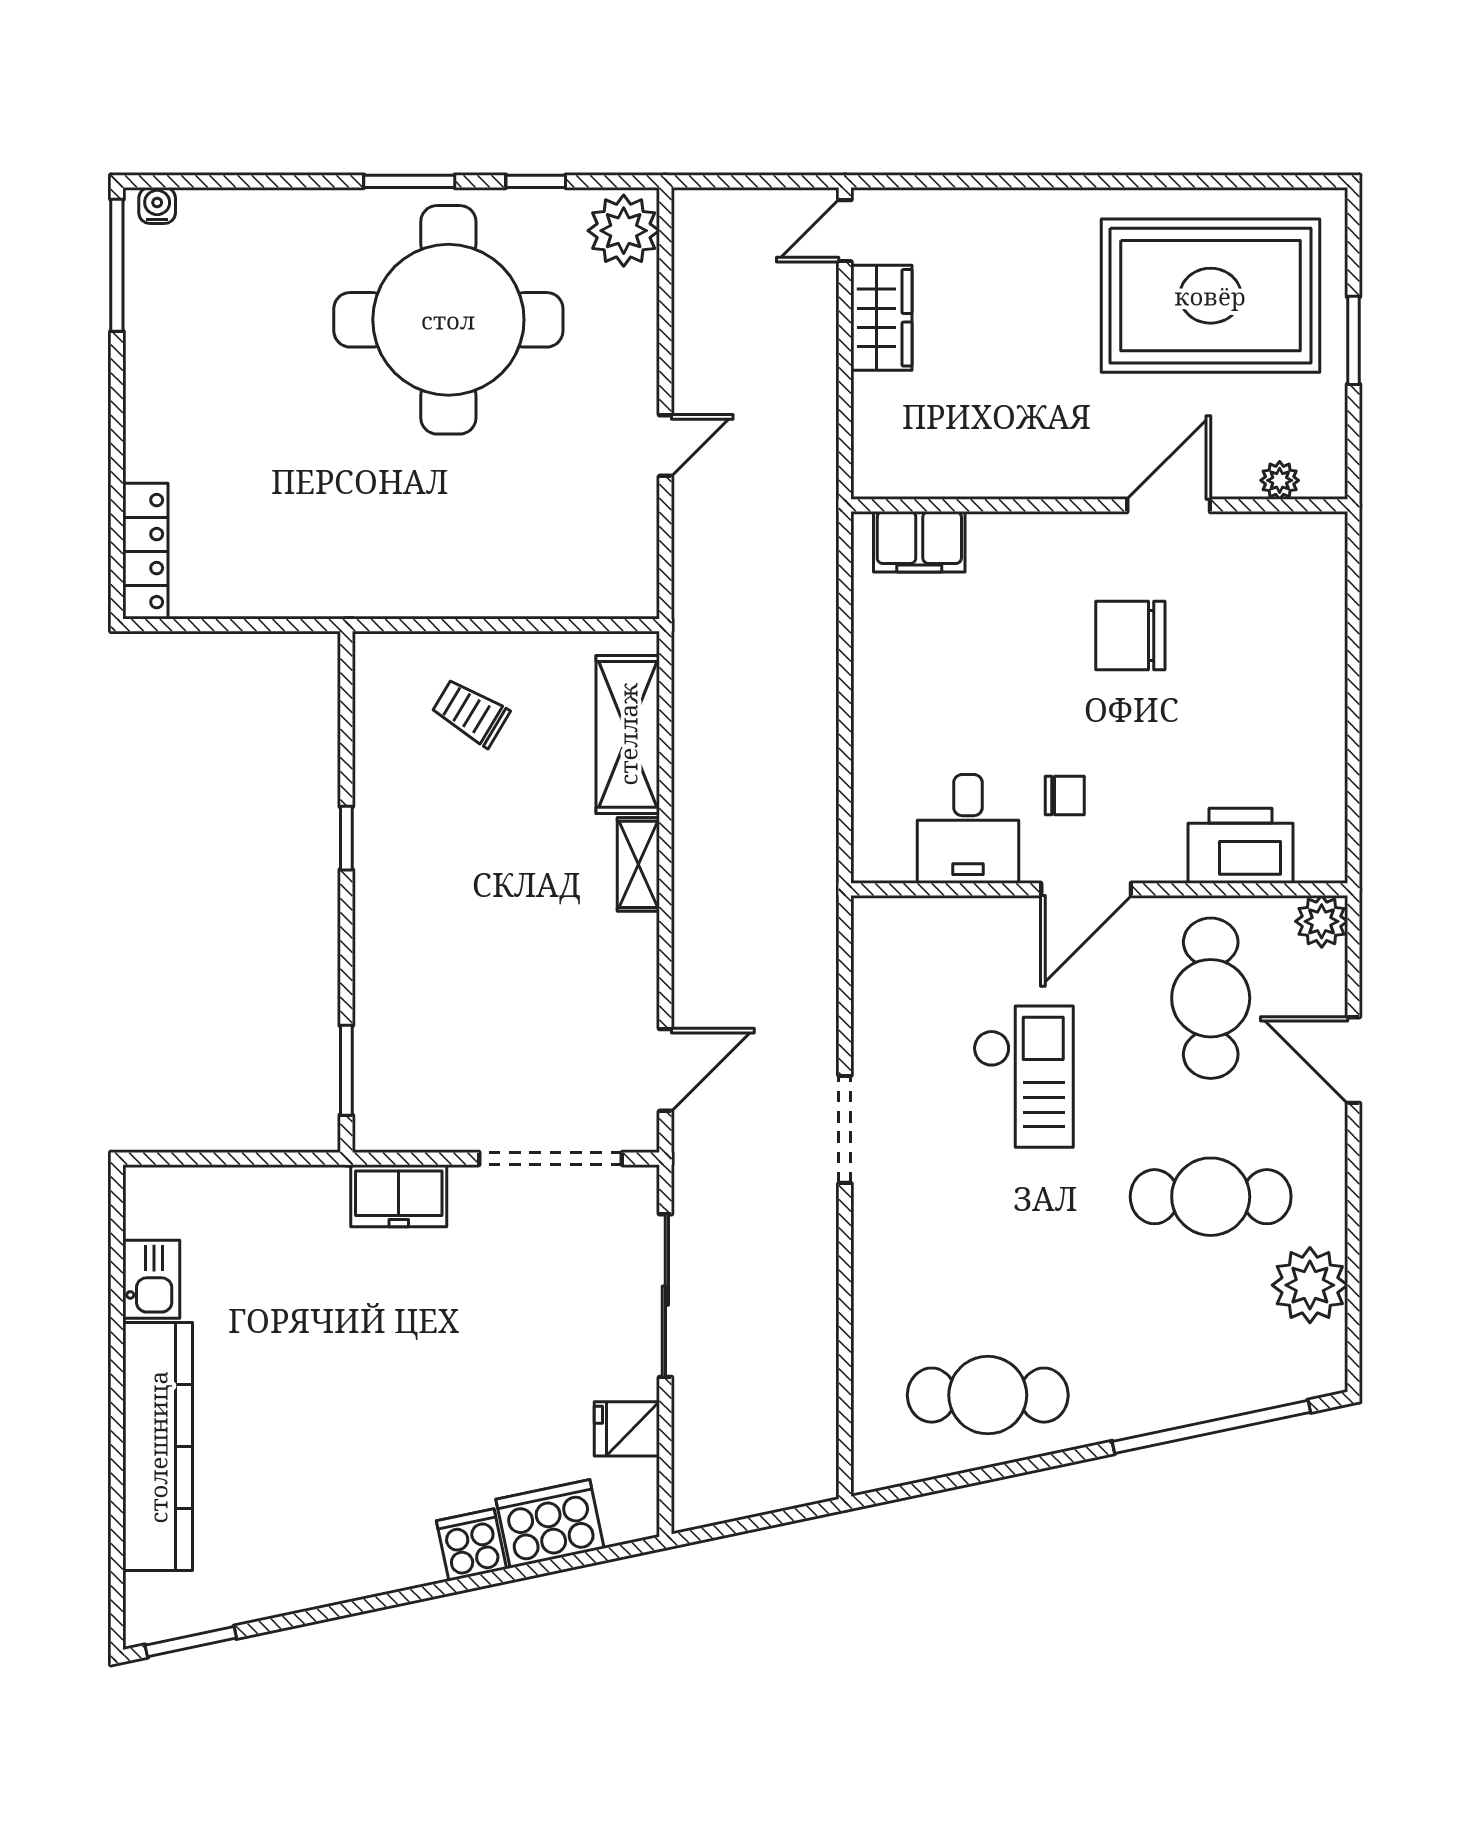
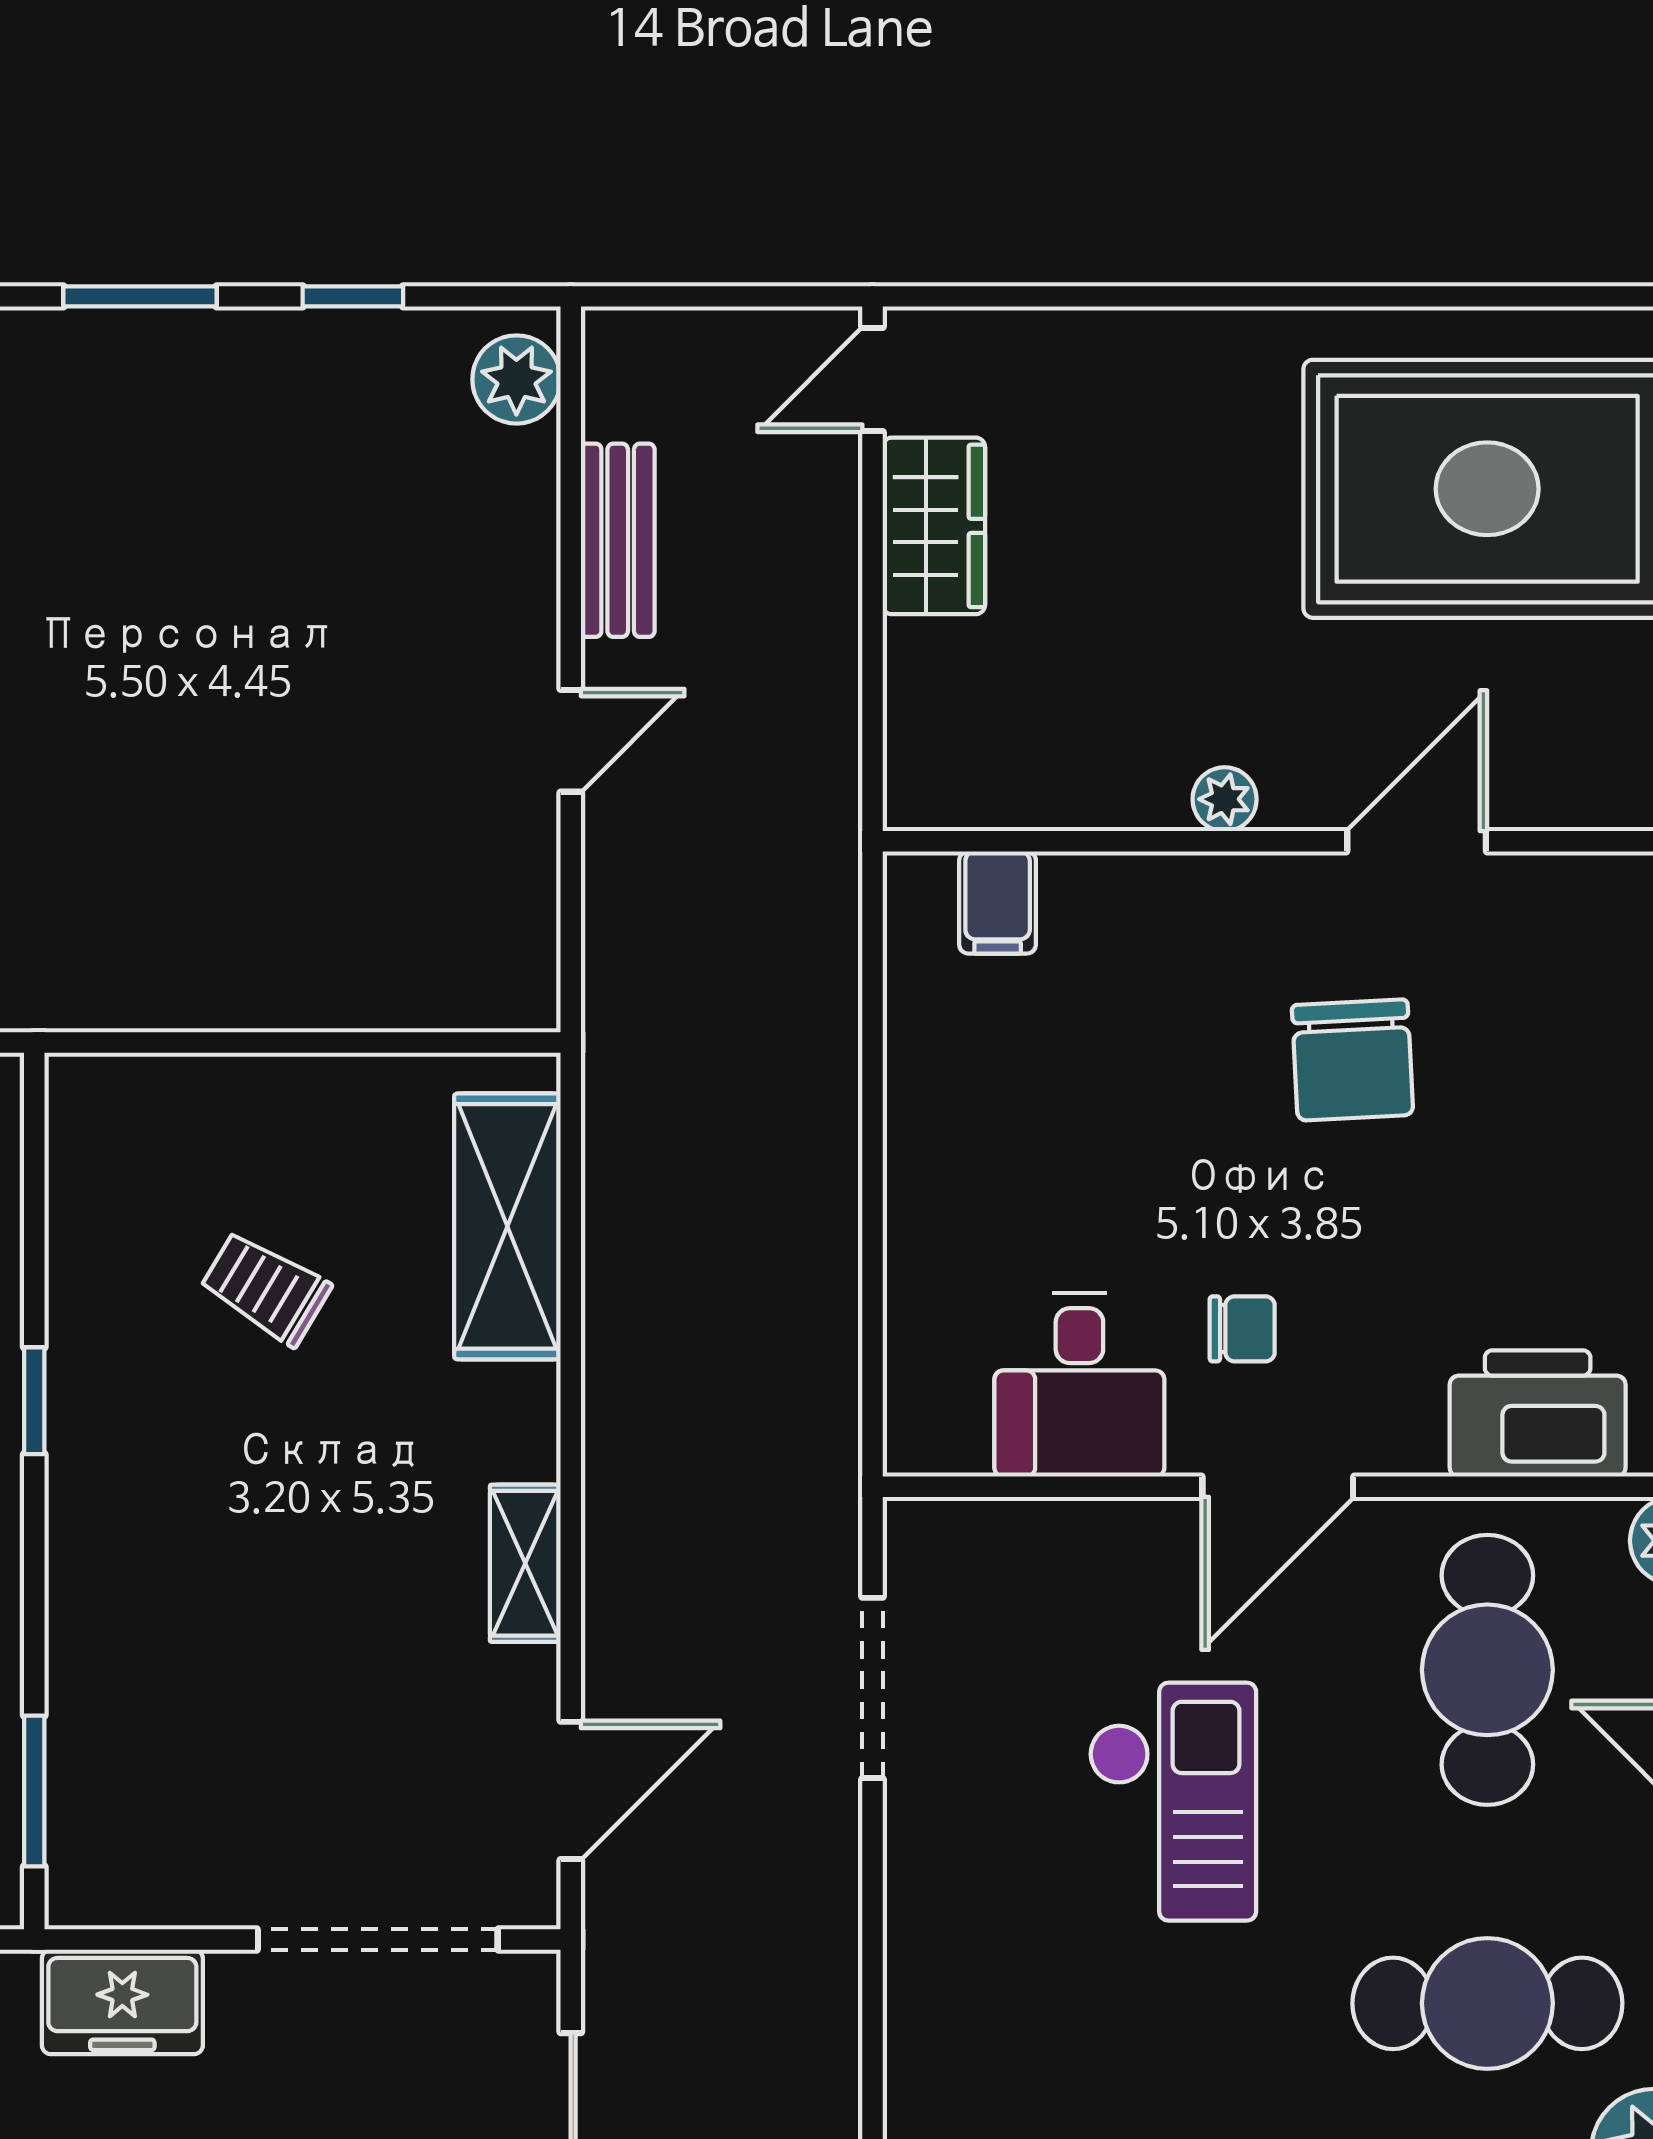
plant: (624, 231) -> (516, 379), width x0.73, depth x0.73
round table: (448, 320) -> (206, 529), removed
bench: (693, 326) -> (618, 540), added
plant: (1280, 480) -> (1225, 799), moved
filing cabinet: (919, 542) -> (998, 902), width x0.50
chair: (1130, 635) -> (1353, 1060), turned -93
trolley: (471, 713) -> (266, 1288), moved
shelving: (638, 864) -> (525, 1563), moved
doorway: (845, 1129) -> (872, 1688), moved

